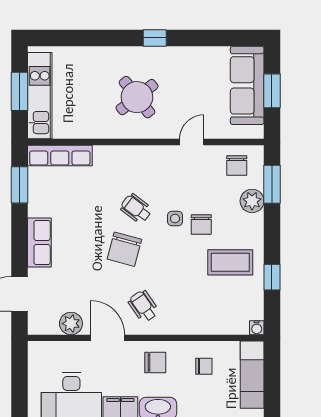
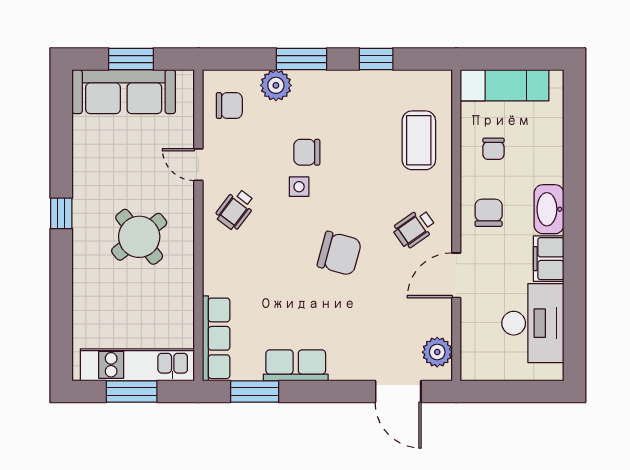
window: (272, 184) -> (302, 59), moved
wheelchair: (136, 209) -> (235, 209), moved
chair: (201, 224) -> (307, 152), turned 180
row of seats: (39, 243) -> (296, 365), moved
coffee table: (230, 262) -> (419, 140), moved
plant: (71, 324) -> (437, 352), moved
water cooler: (257, 328) -> (443, 79), removed
chair: (204, 366) -> (493, 149), turned 180

